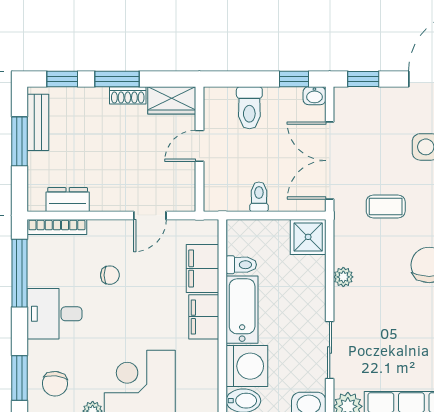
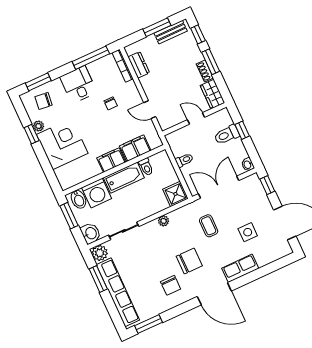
window: (294, 79) -> (242, 130), moved

